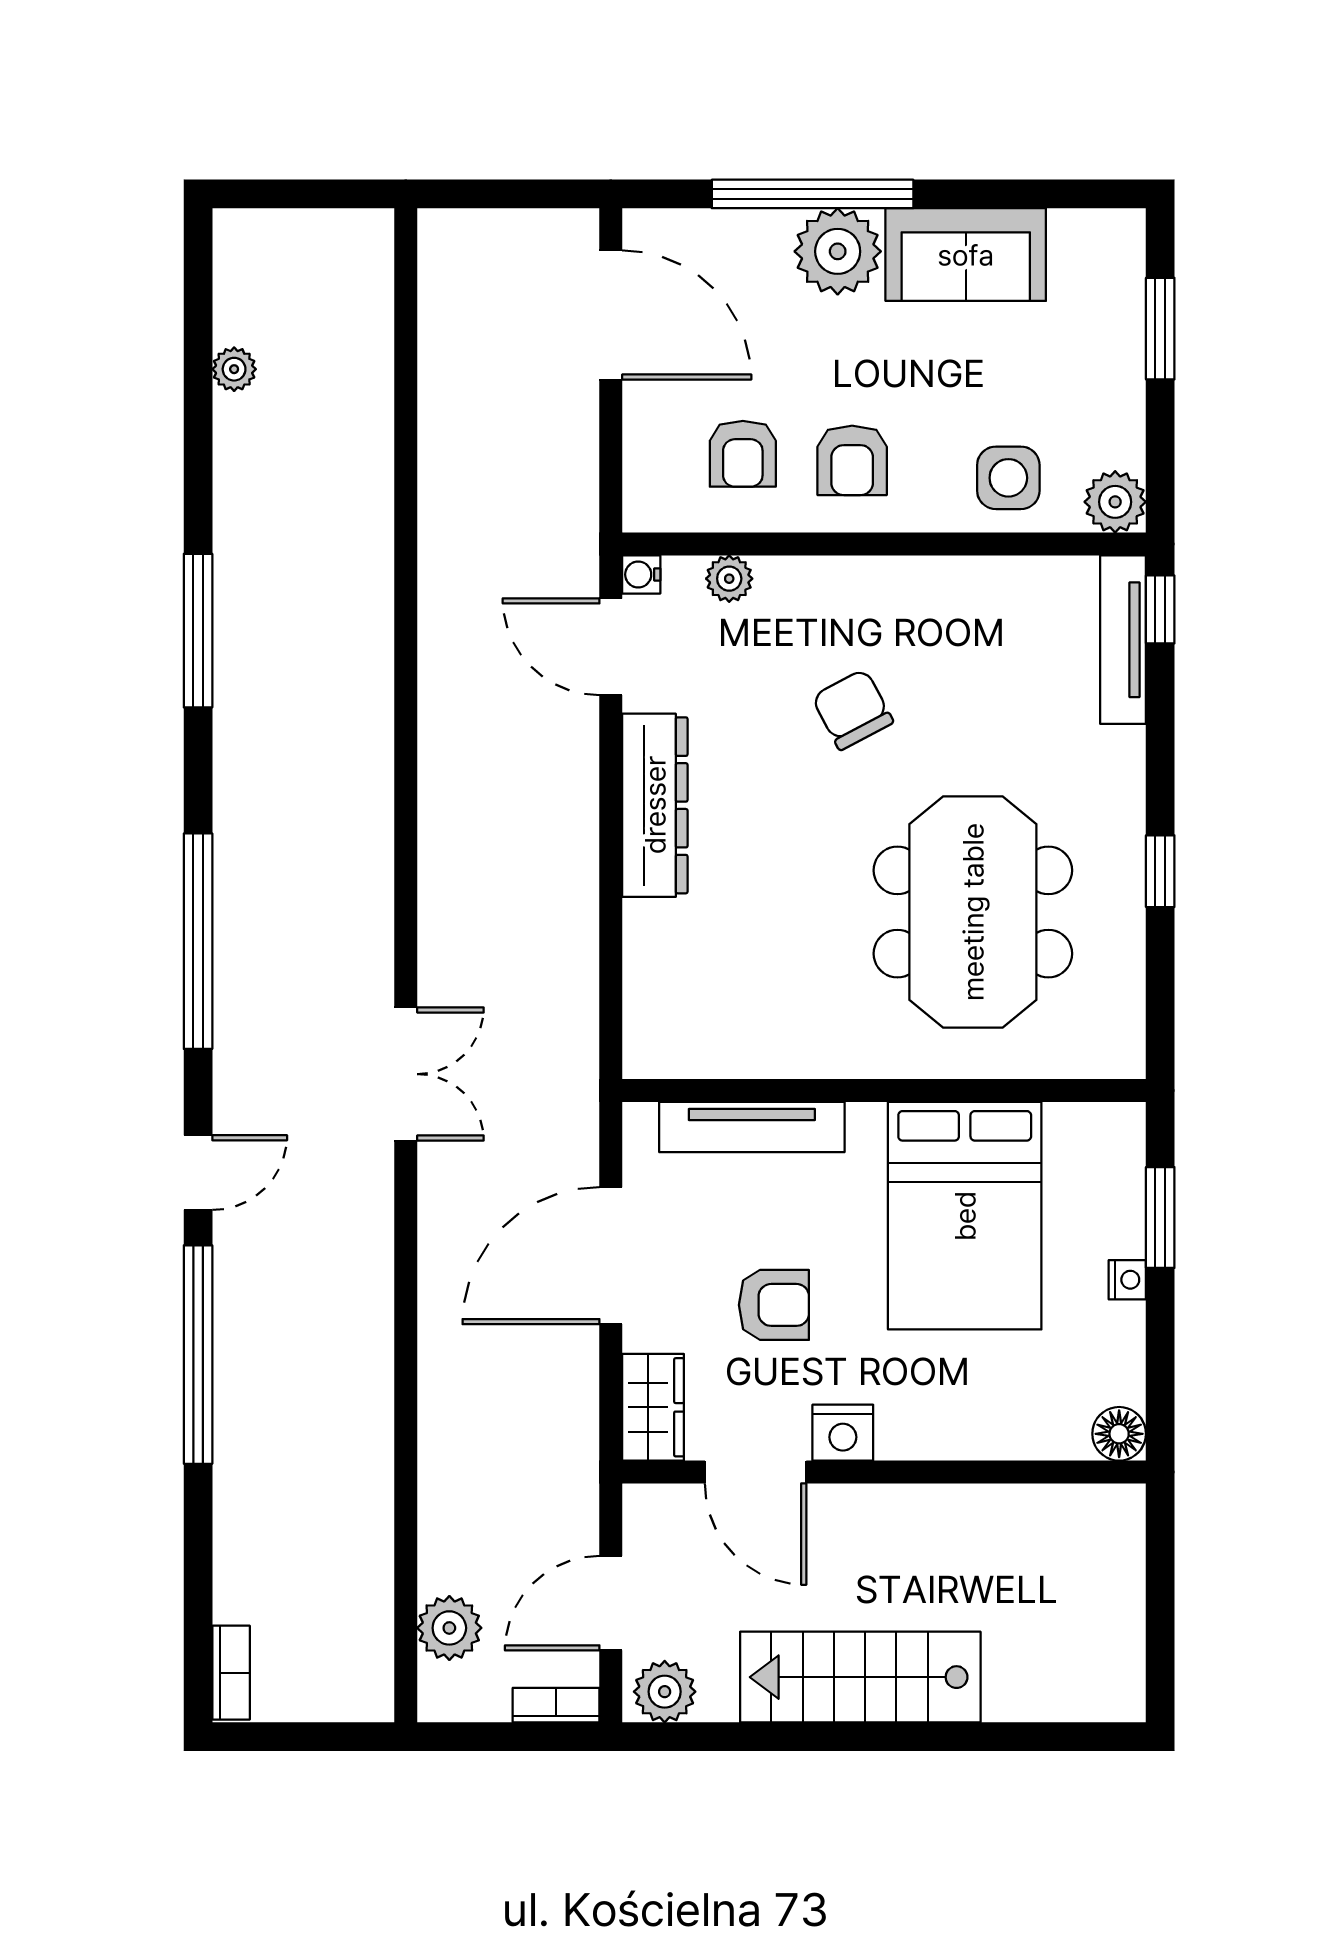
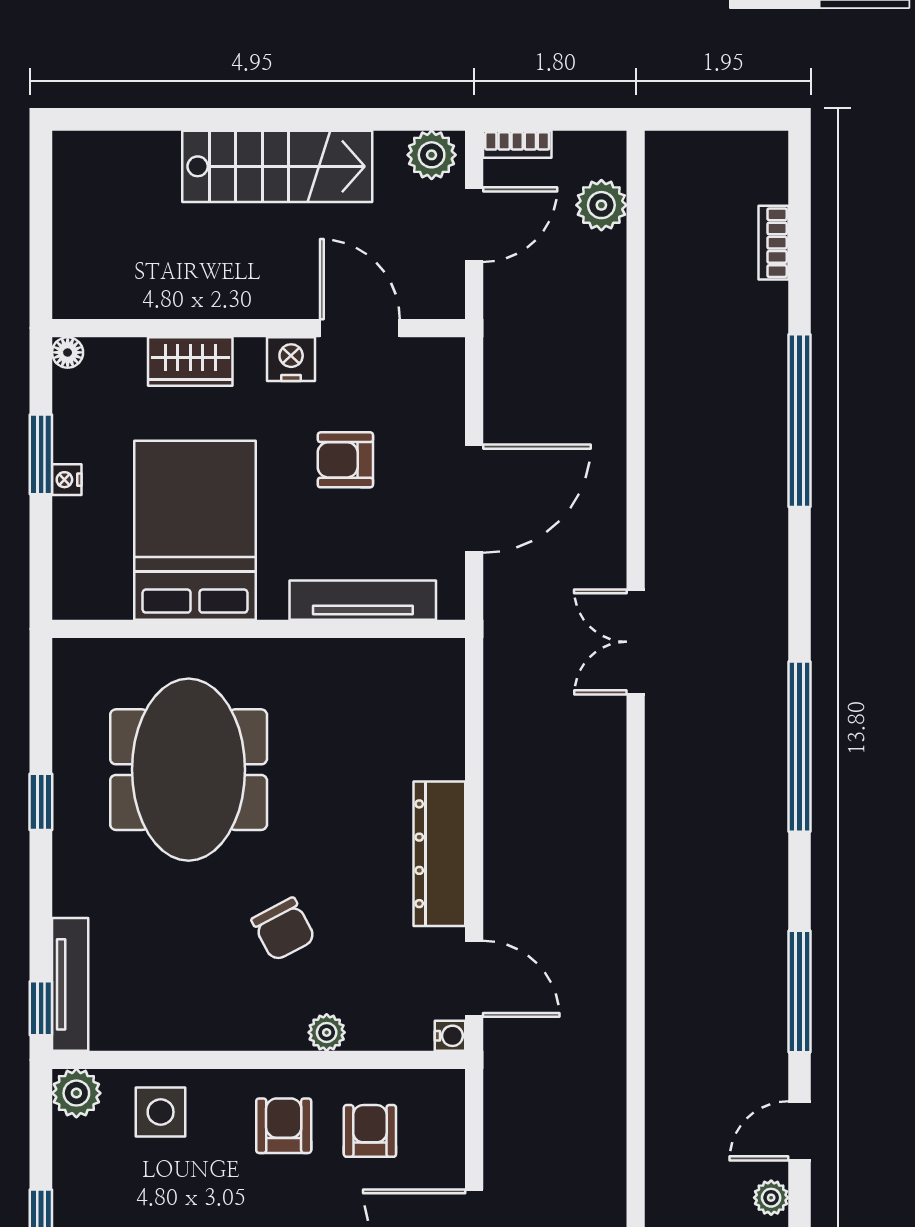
plant: (729, 579) -> (327, 1032), moved
door: (198, 1173) -> (800, 1131), moved
window: (1160, 1217) -> (41, 454), moved
wardrobe: (653, 1407) -> (190, 361), moved, turned -90
floor lamp: (1119, 1434) -> (68, 352), width x0.73, depth x0.73
bookcase: (231, 1673) -> (773, 243), moved

